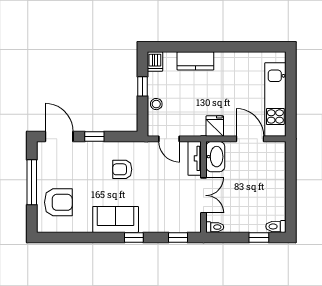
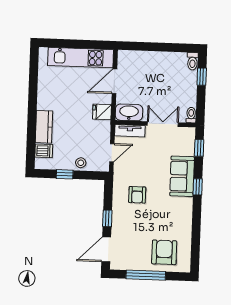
dishwasher: (155, 62) -> (44, 151), moved
sofa: (116, 219) -> (182, 176), moved

